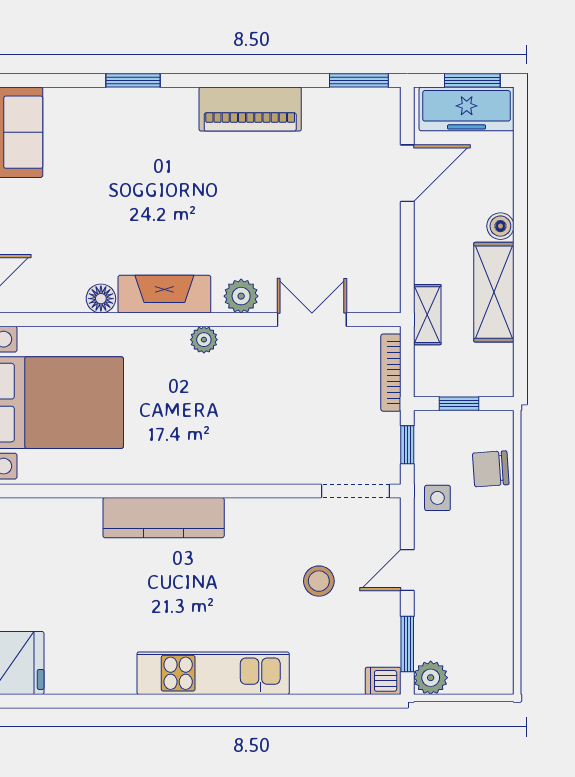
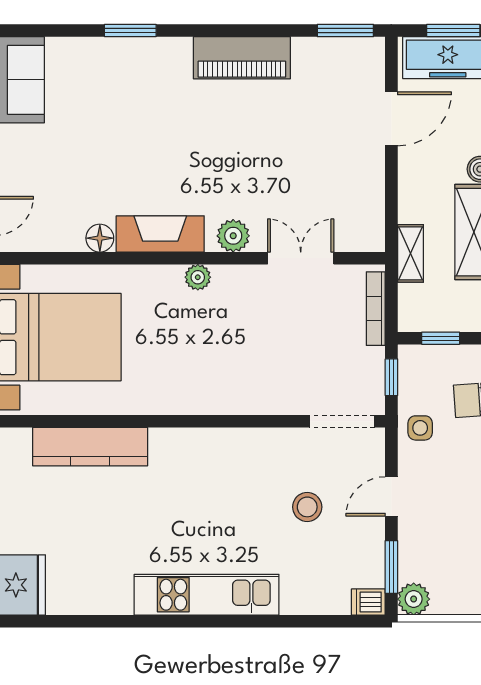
kitchen counter: (164, 518) -> (90, 447), moved

